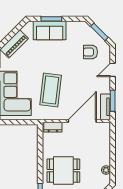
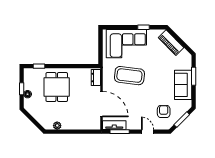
sofa: (50, 31) -> (183, 85), moved

